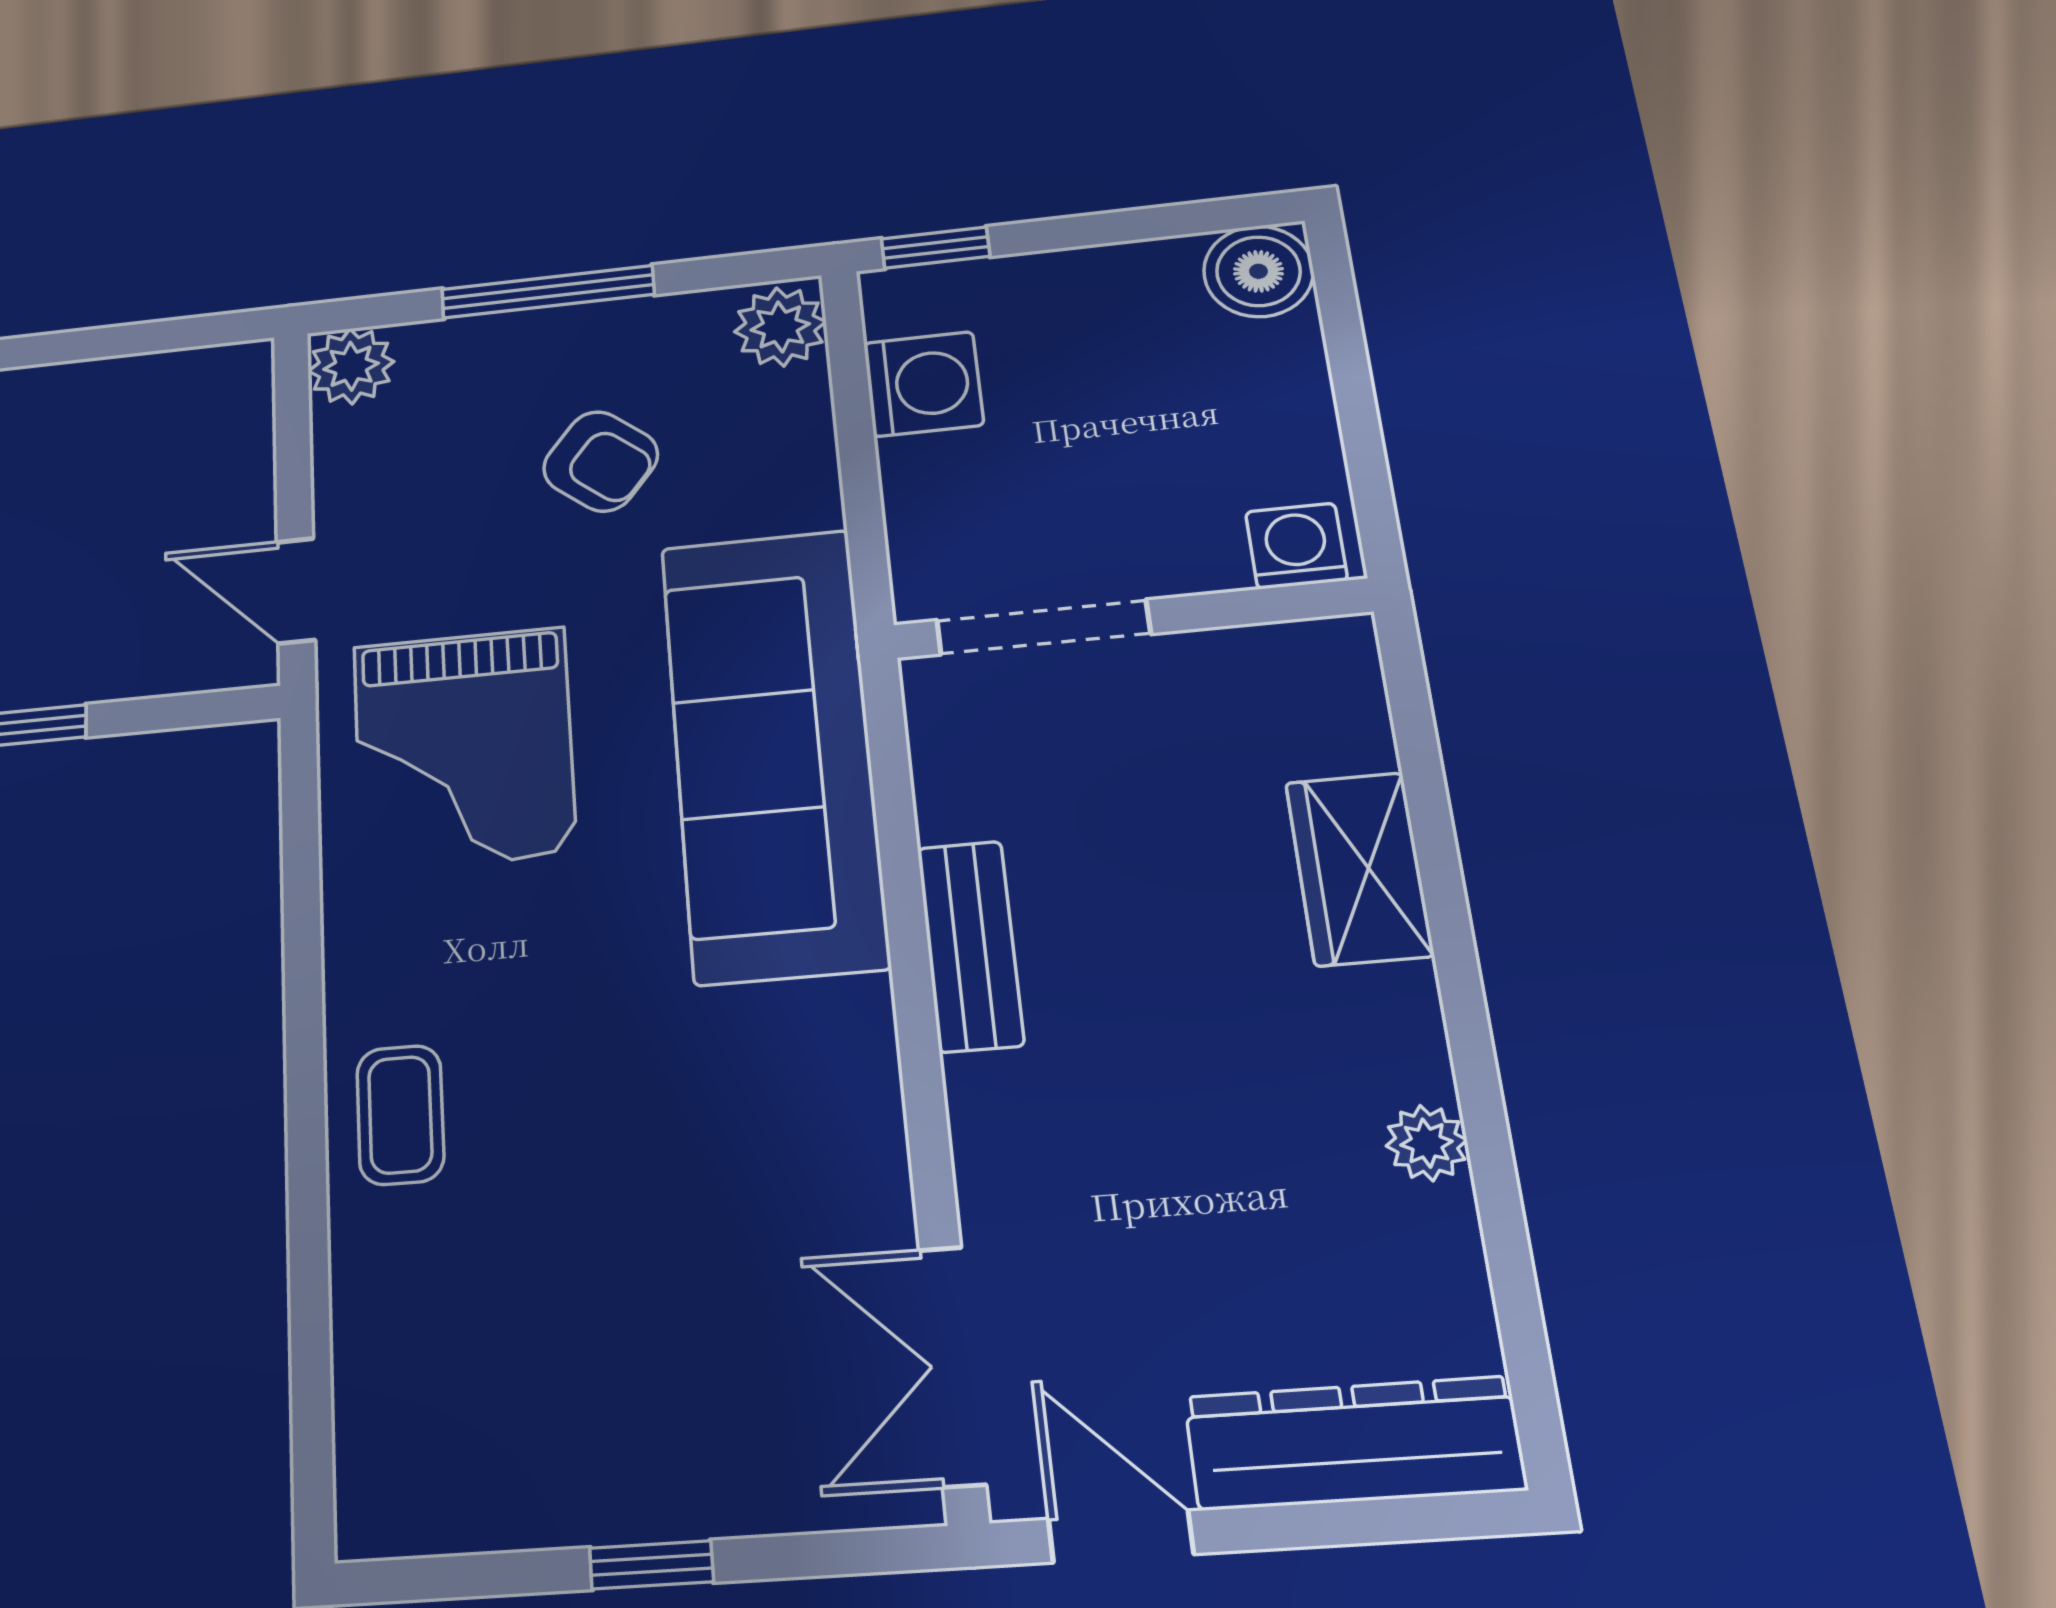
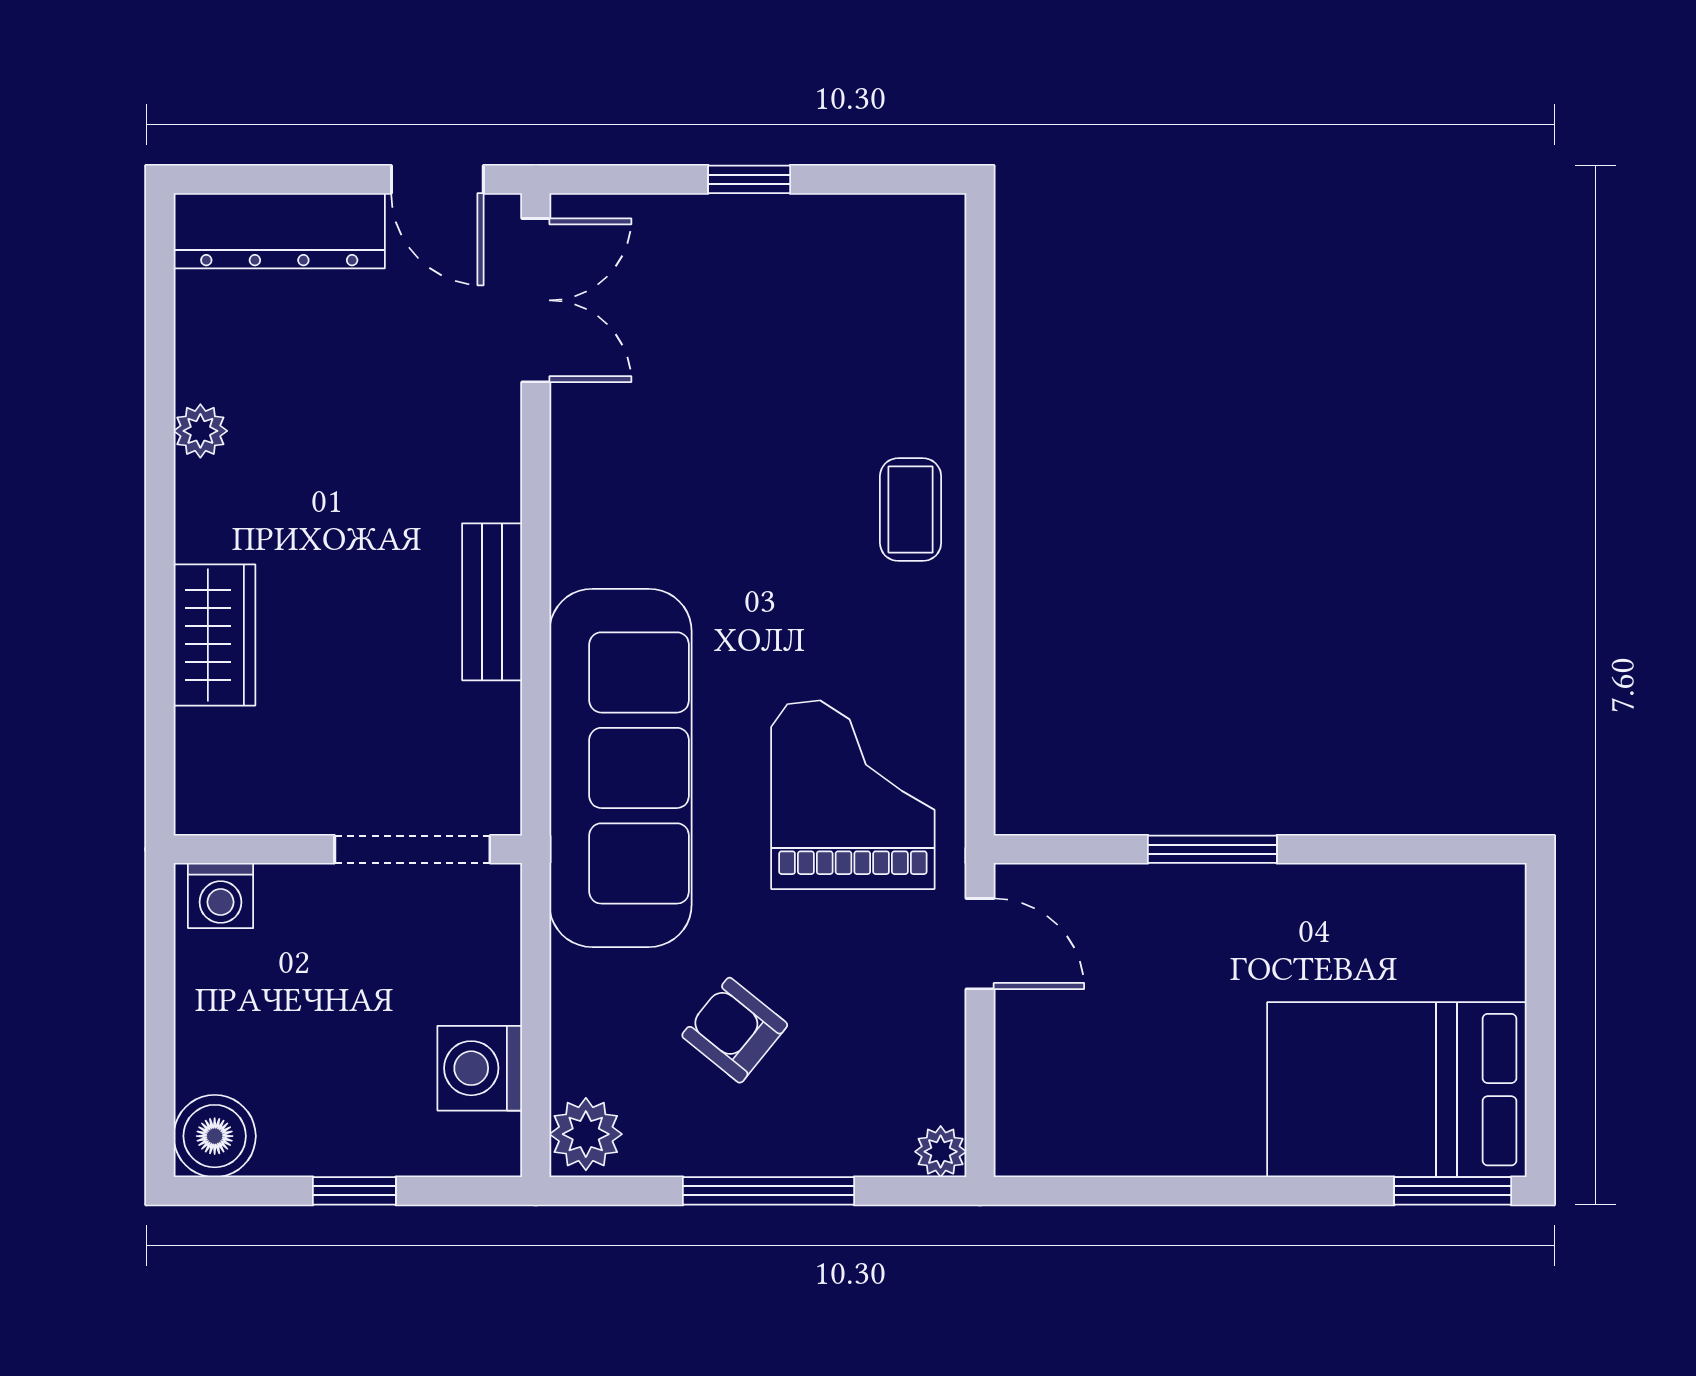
window: (936, 248) -> (354, 1191), moved
plant: (351, 366) -> (941, 1152), width x0.73, depth x0.73

